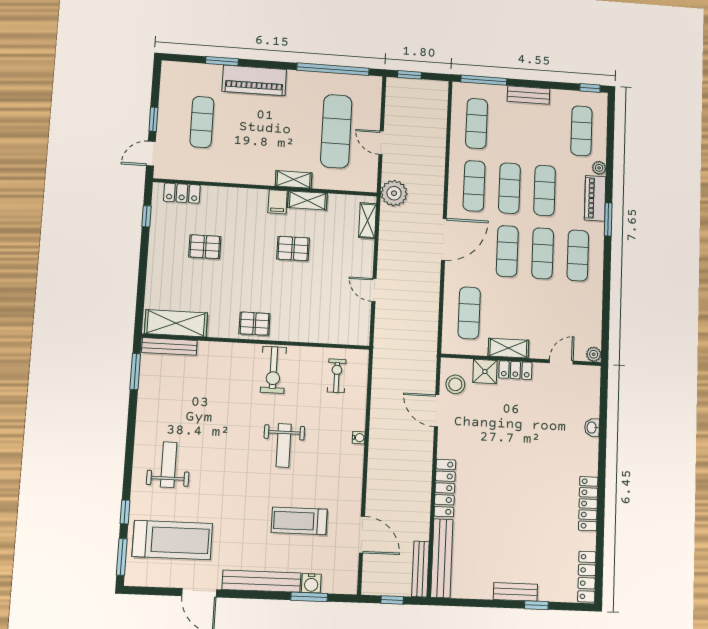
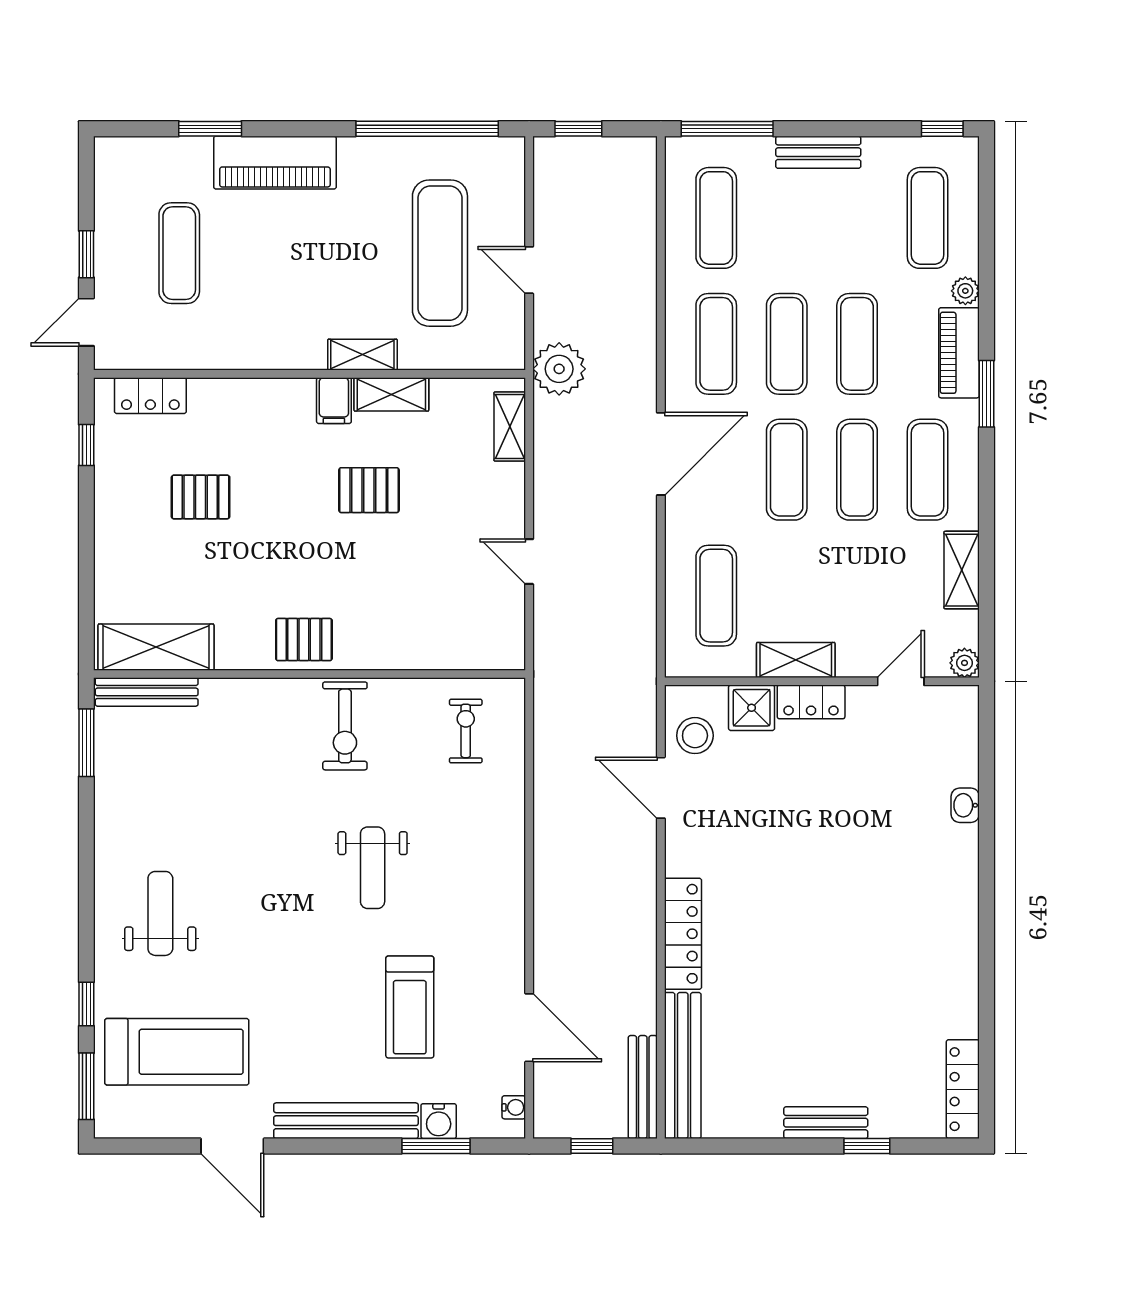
shelving: (594, 307) -> (962, 570), added
water cooler: (359, 438) -> (514, 1107), moved
locker: (588, 504) -> (962, 951), removed
treadmill: (299, 521) -> (410, 1007), turned -90

